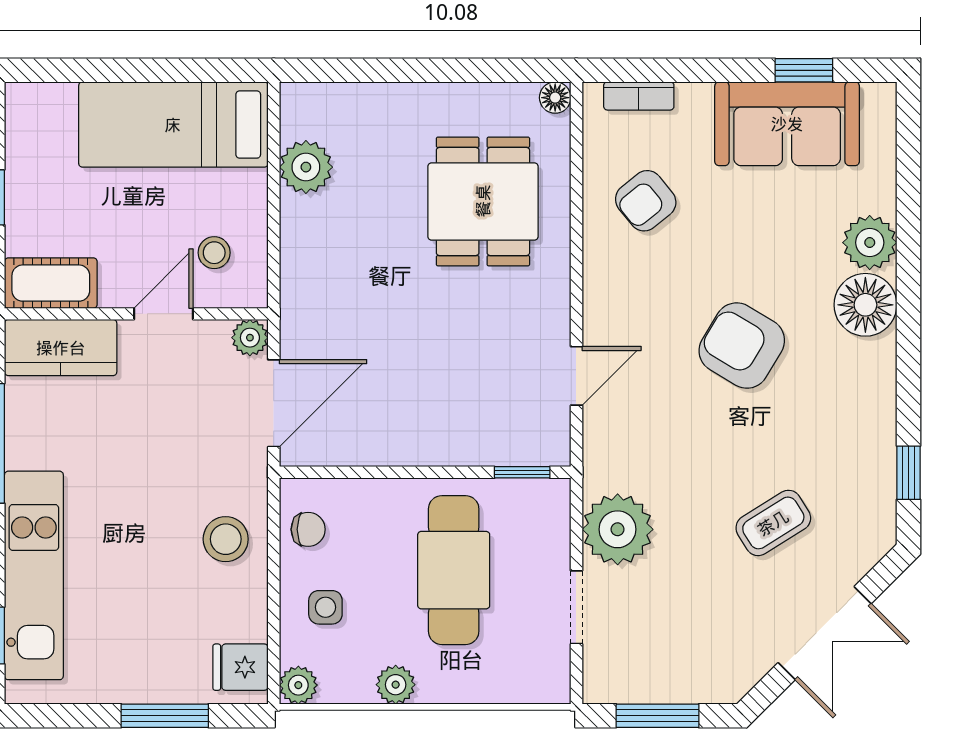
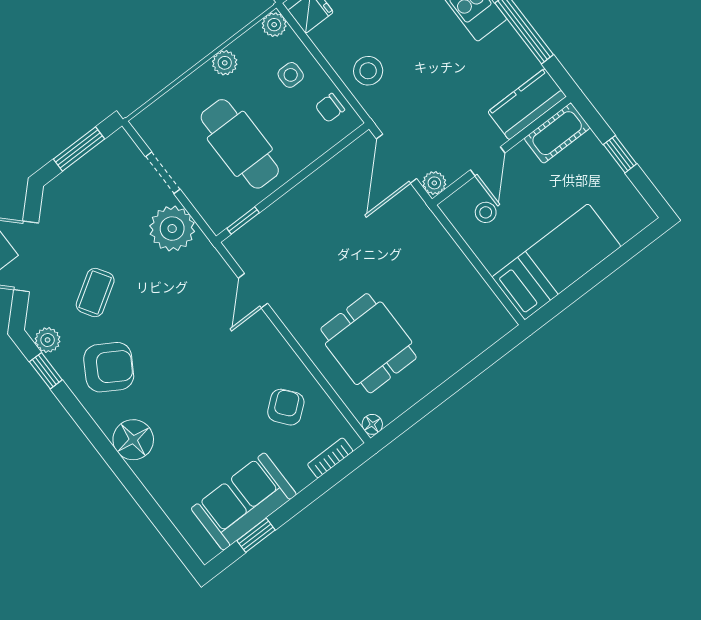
plant: (306, 167) -> (472, 292), removed
plant: (870, 243) -> (48, 340), moved, width x0.73, depth x0.73
armchair: (742, 346) -> (109, 367), moved

